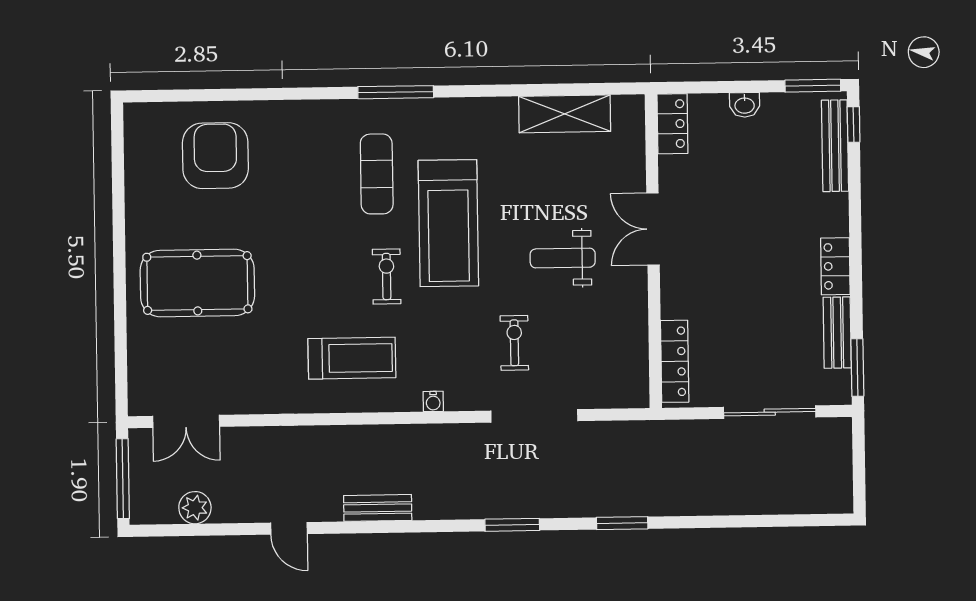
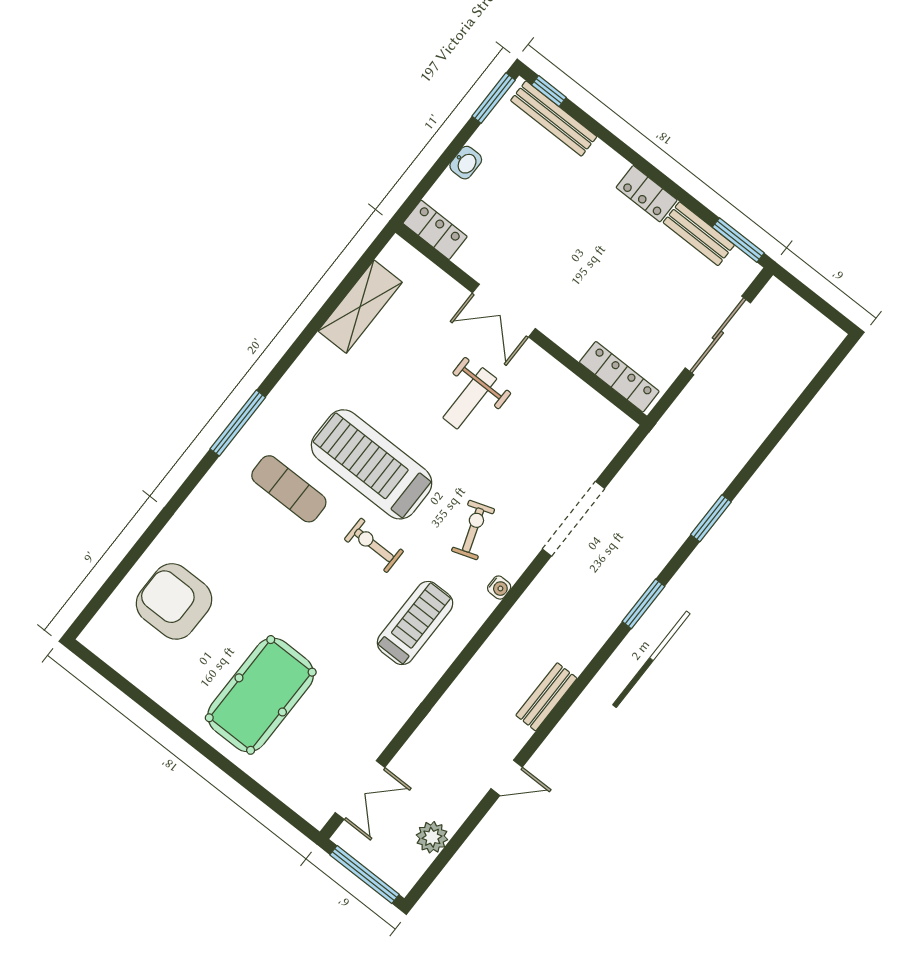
treadmill: (448, 223) -> (372, 464), turned 180
exercise bike: (514, 343) -> (473, 530), moved, turned 71

